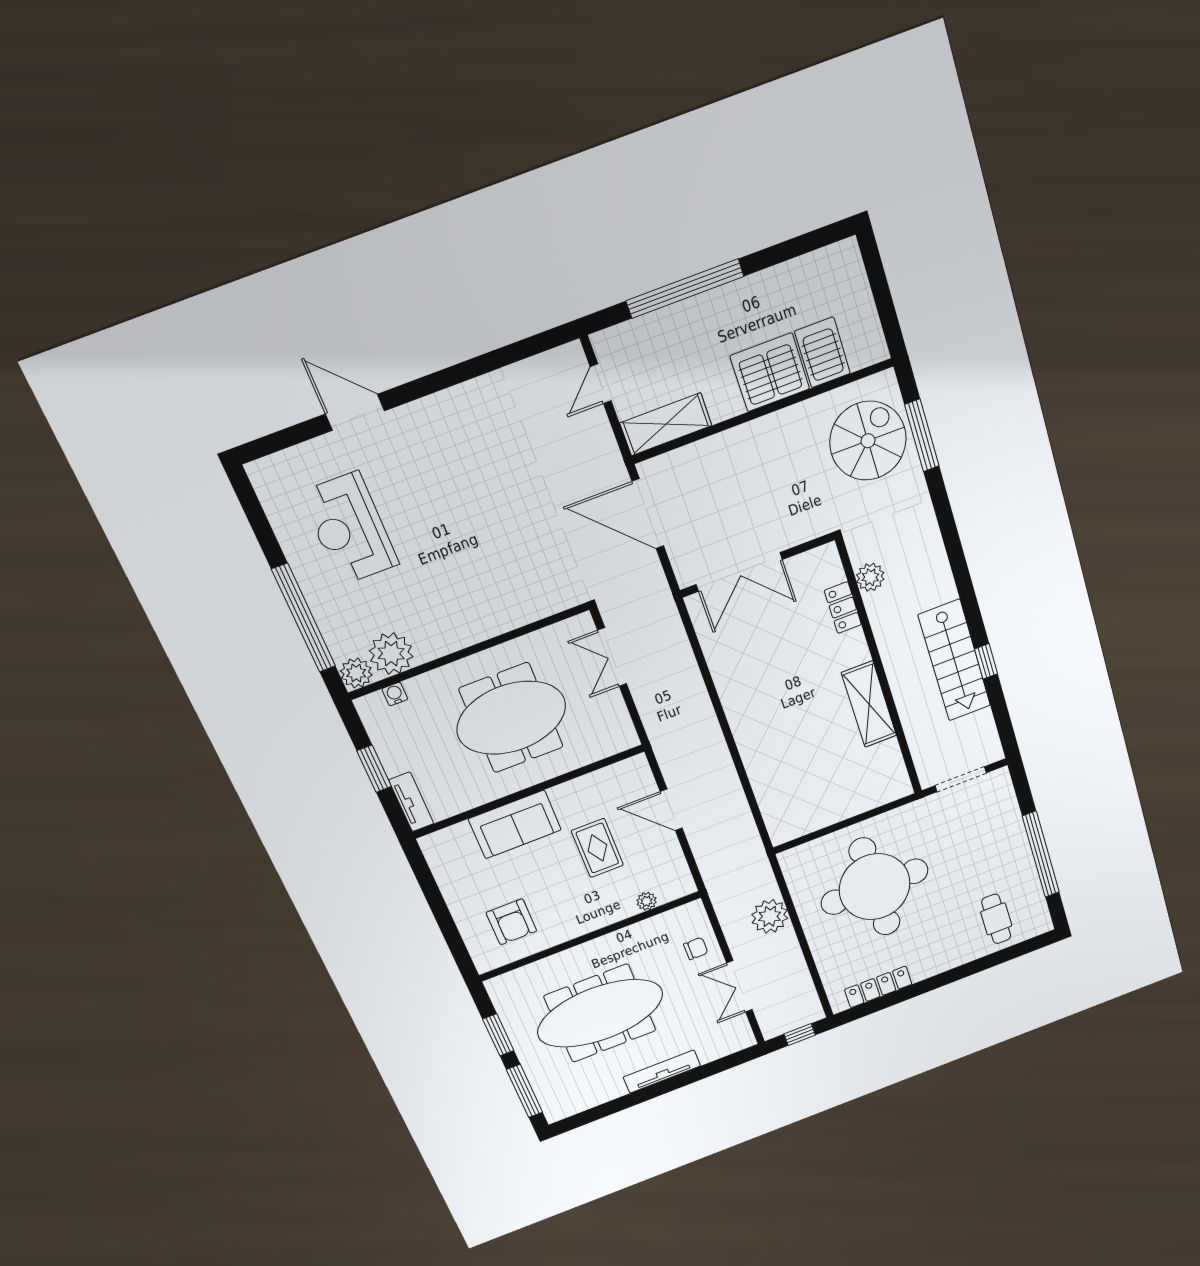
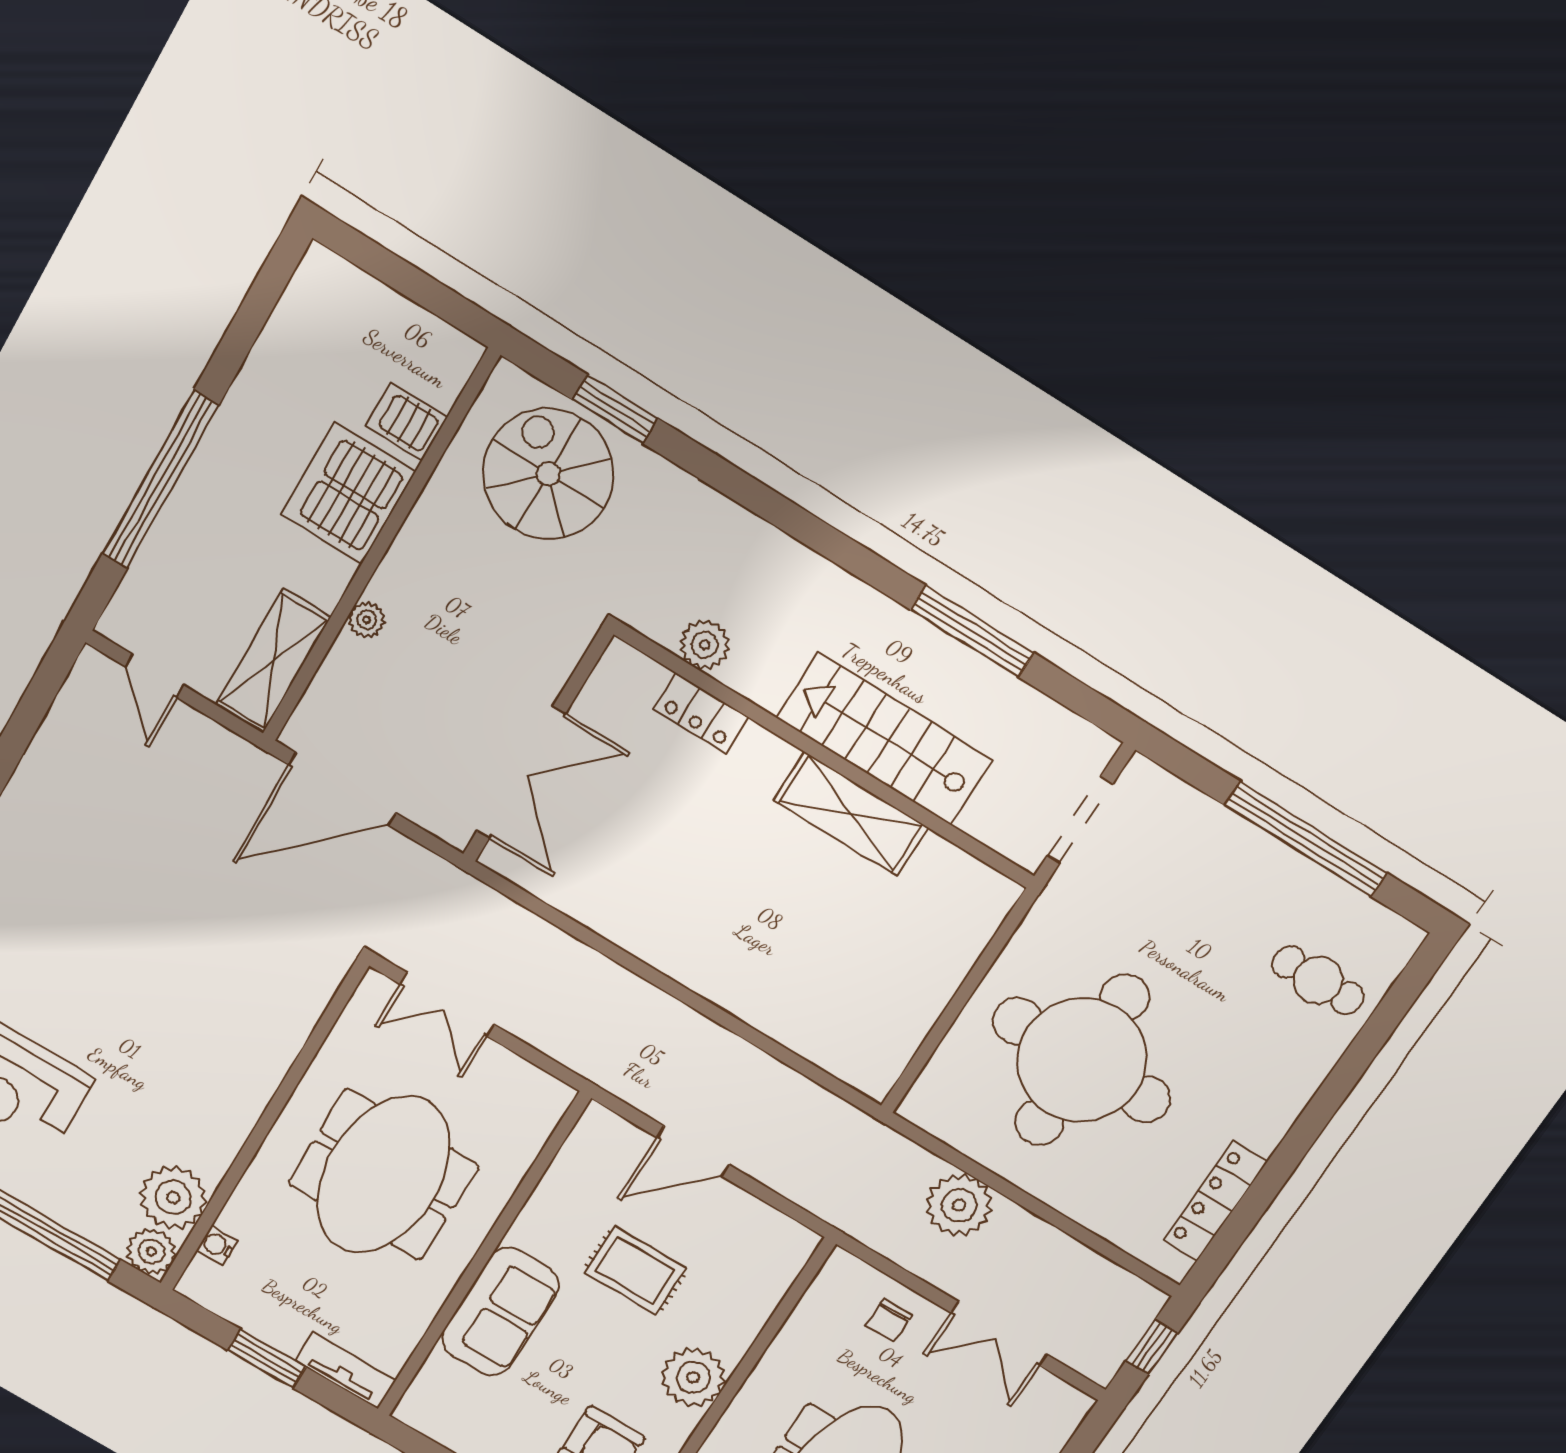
server rack: (822, 352) -> (406, 422), width x0.73, depth x0.70
window: (922, 435) -> (615, 409), width x0.69
plant: (728, 441) -> (367, 620), added
stairs: (954, 660) -> (885, 739), moved, turned 180
window: (986, 661) -> (972, 631), width x2.17
plant: (647, 901) -> (693, 1377), moved, width x1.87, depth x1.87
chair: (696, 948) -> (889, 1320), turned 180

